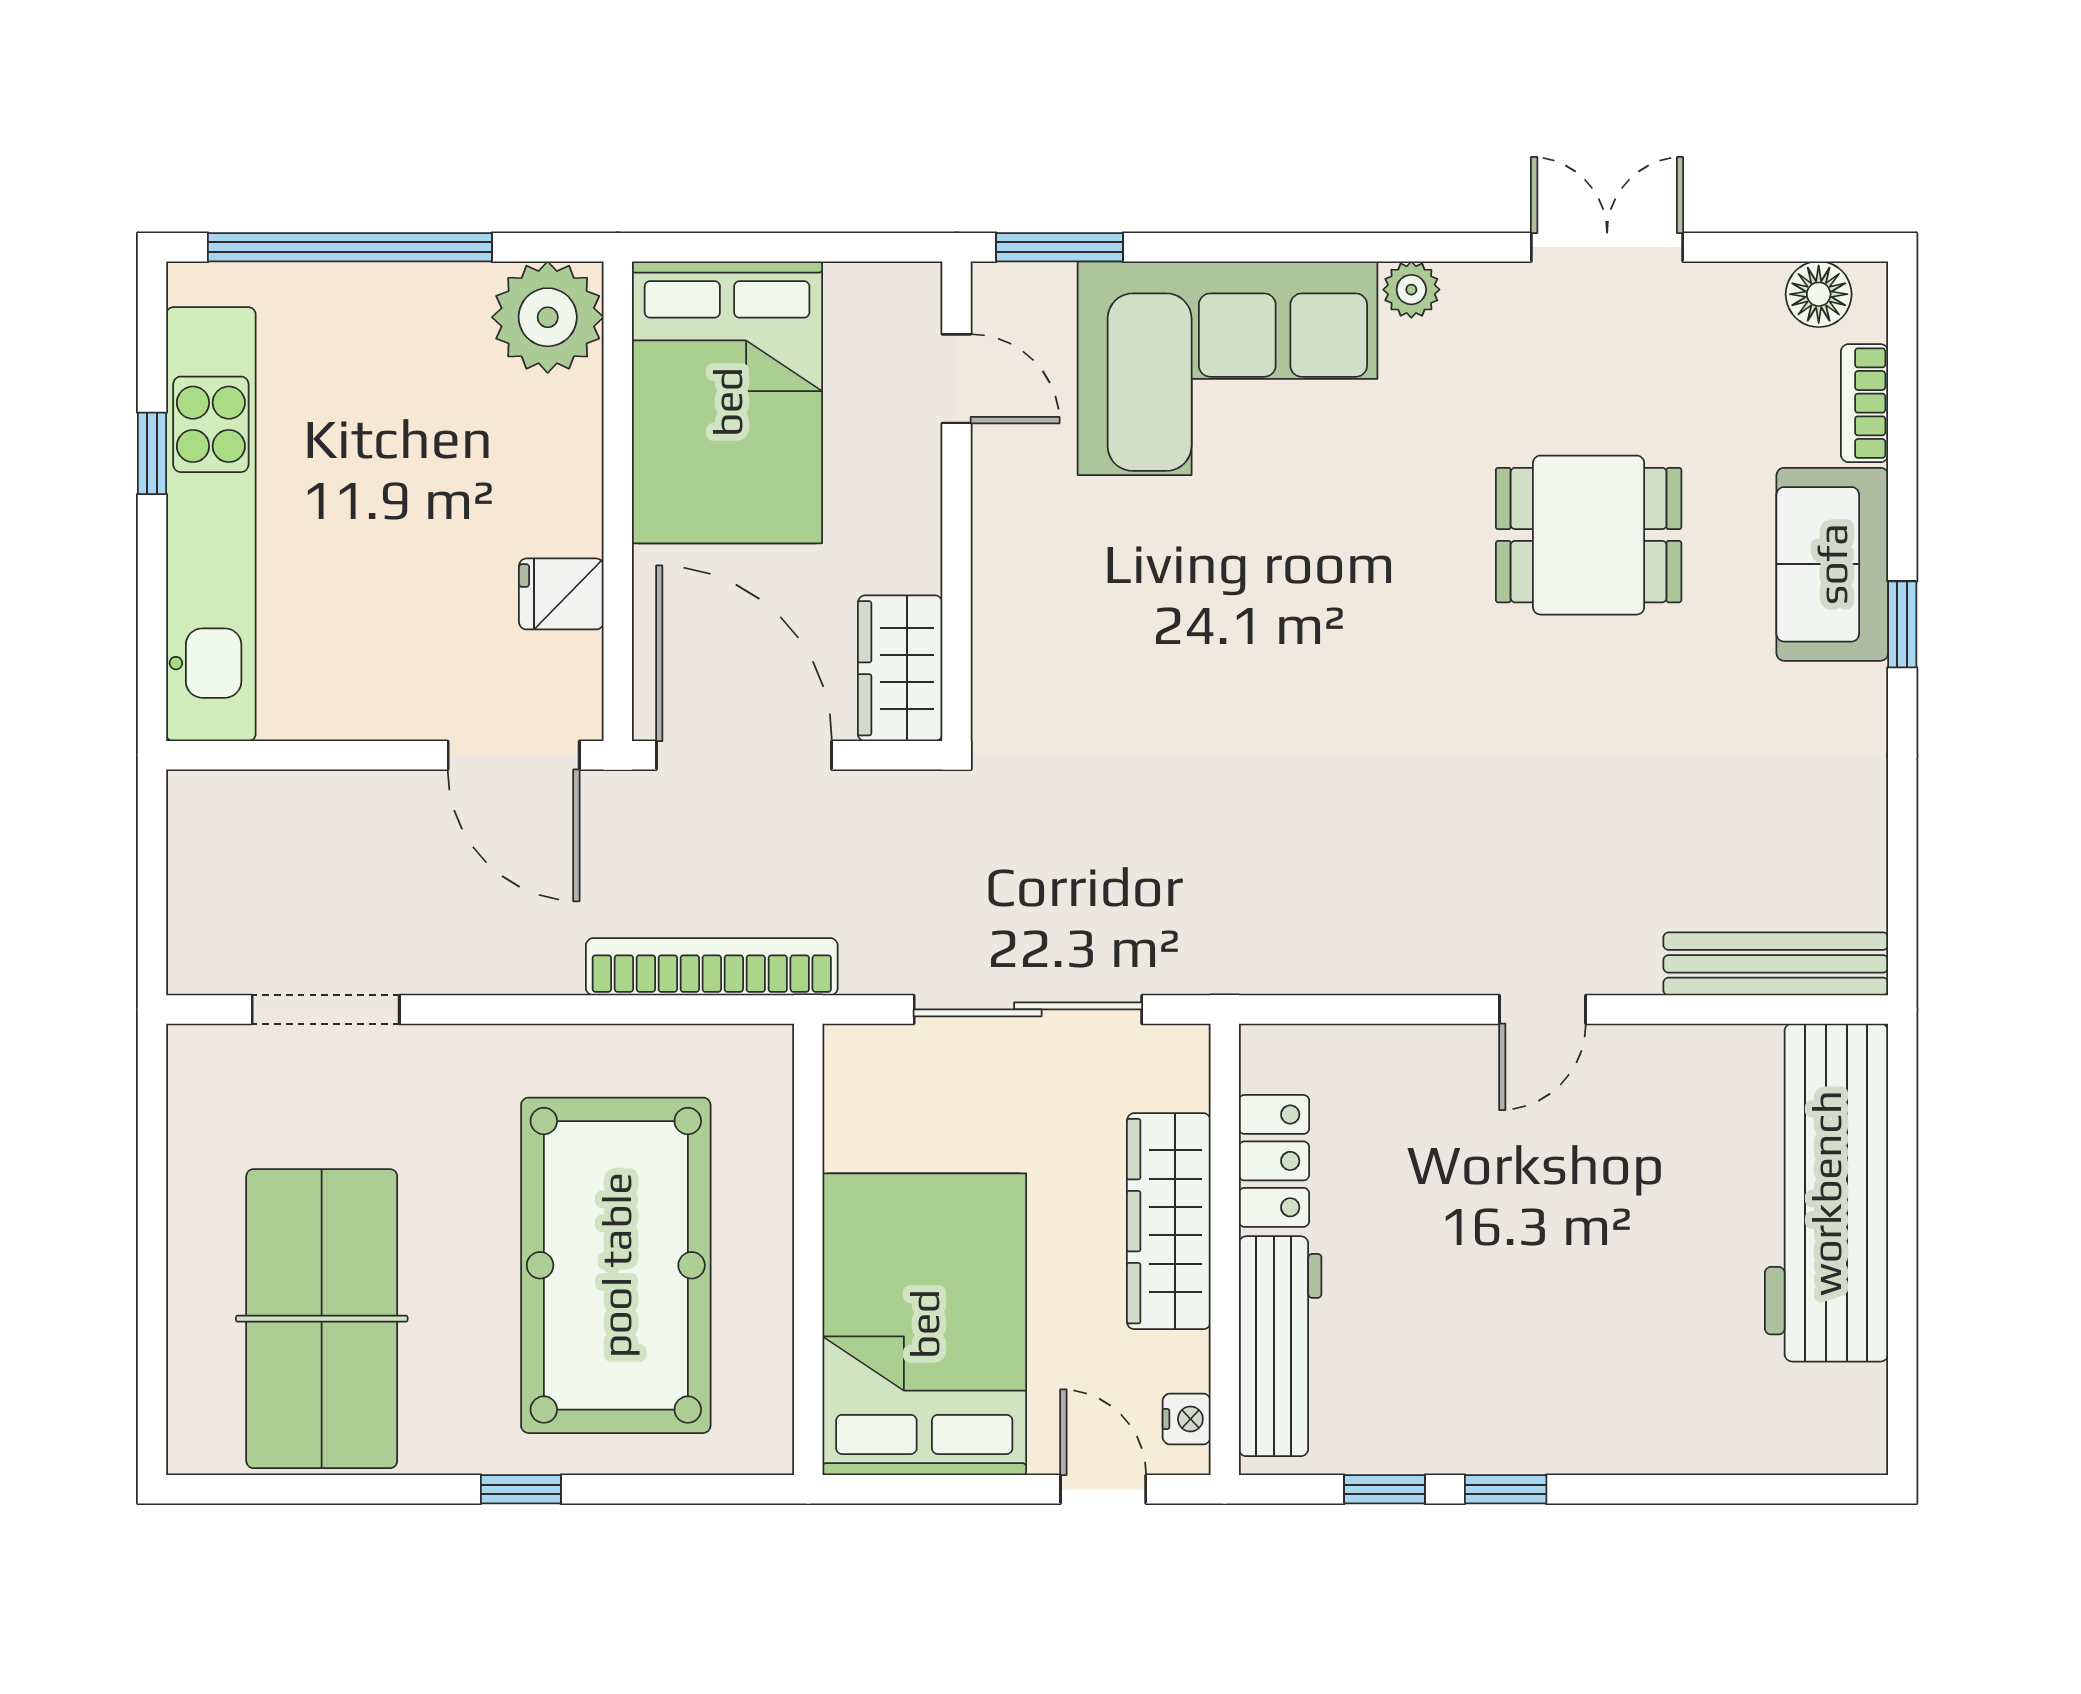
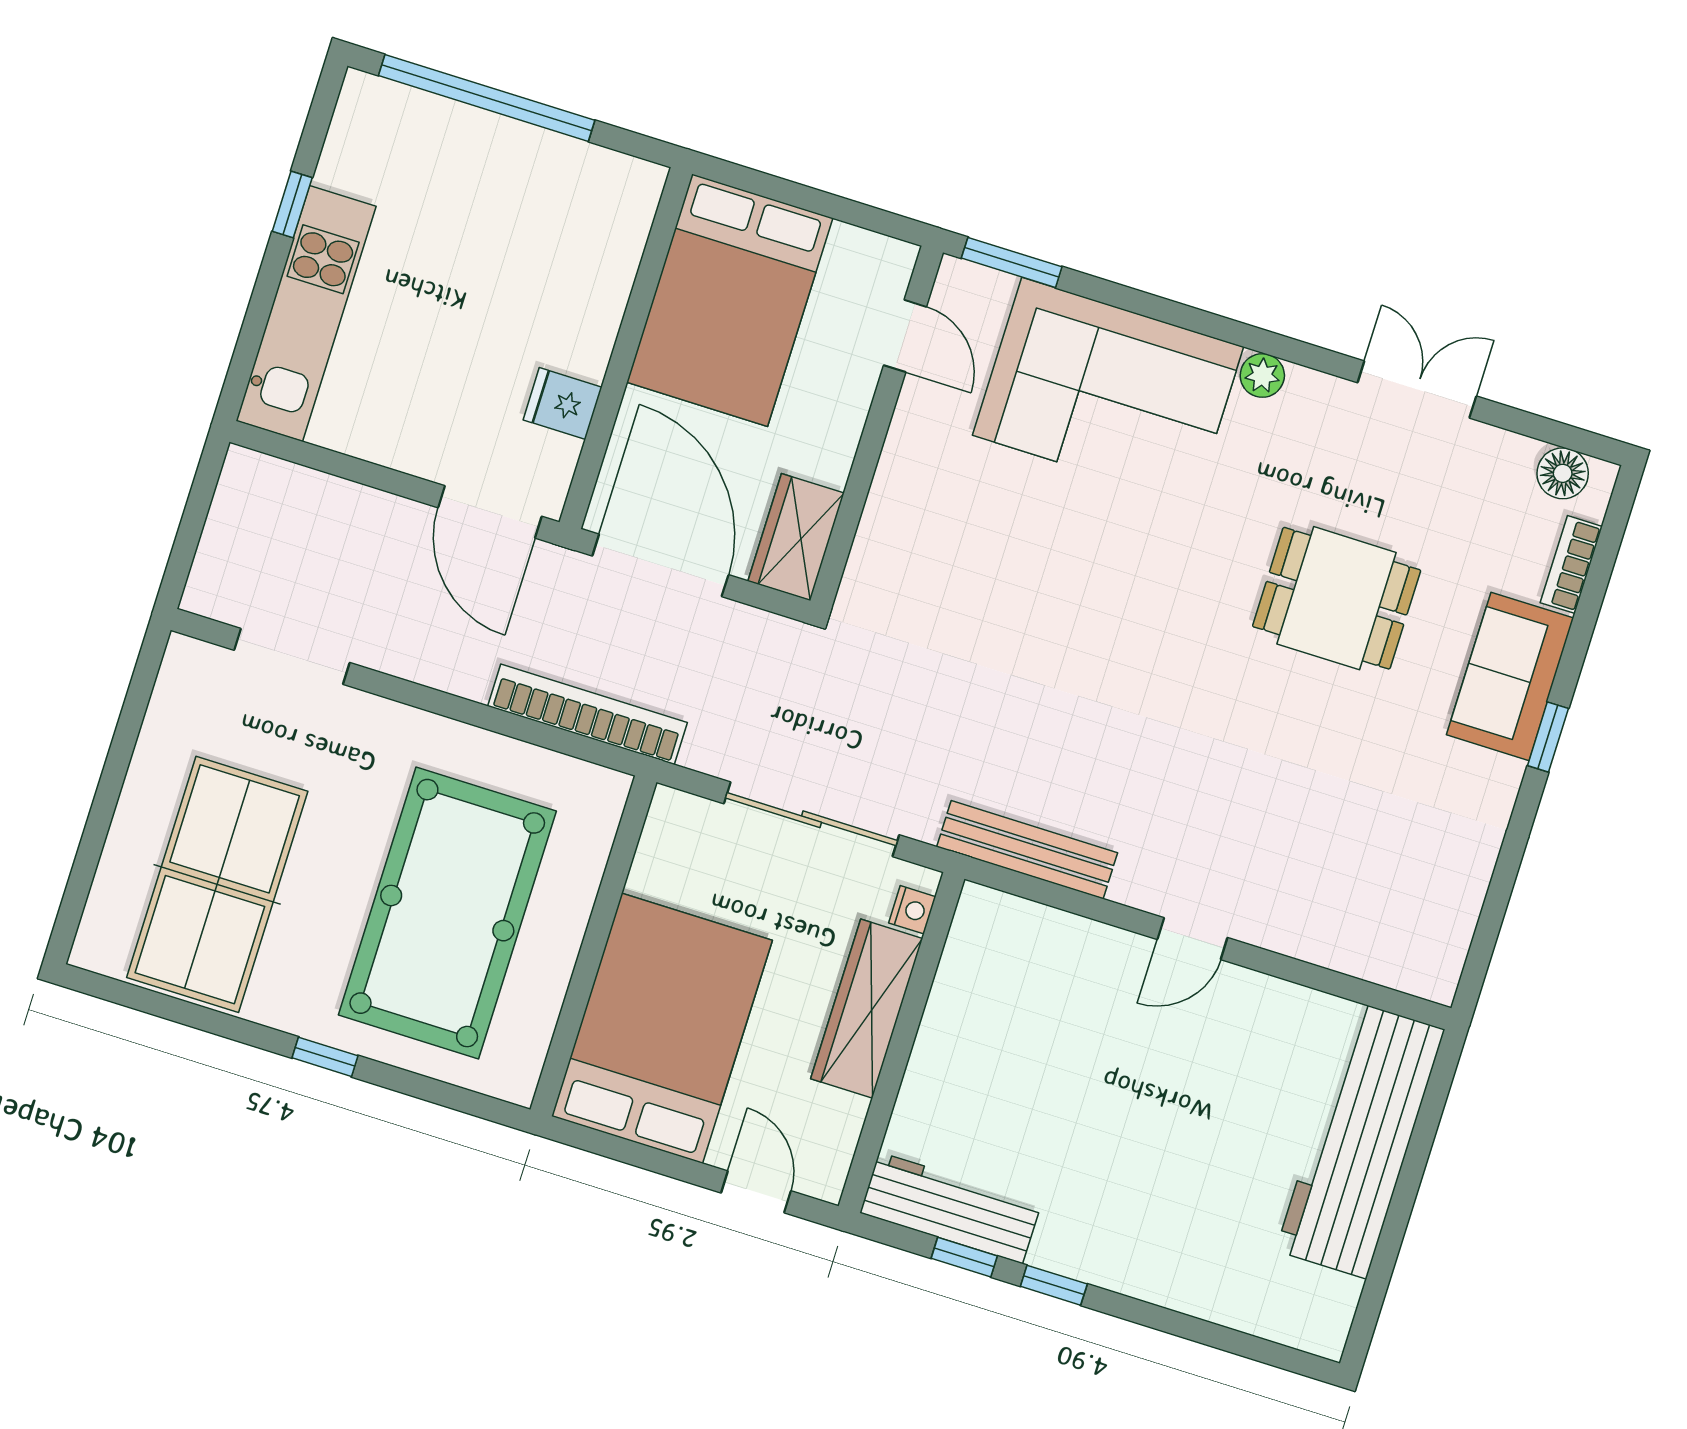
plant: (548, 317) -> (617, 196), removed
kitchen unit: (211, 524) -> (306, 313), width x0.73
bench: (1776, 964) -> (1027, 850), moved
locker: (1274, 1161) -> (959, 988), removed
workbench: (1280, 1346) -> (951, 1208), moved, turned -90
nightstand: (1187, 1419) -> (912, 910), moved

